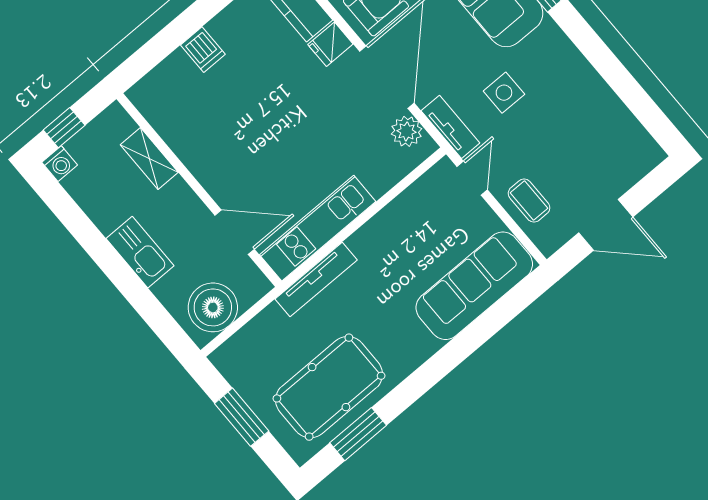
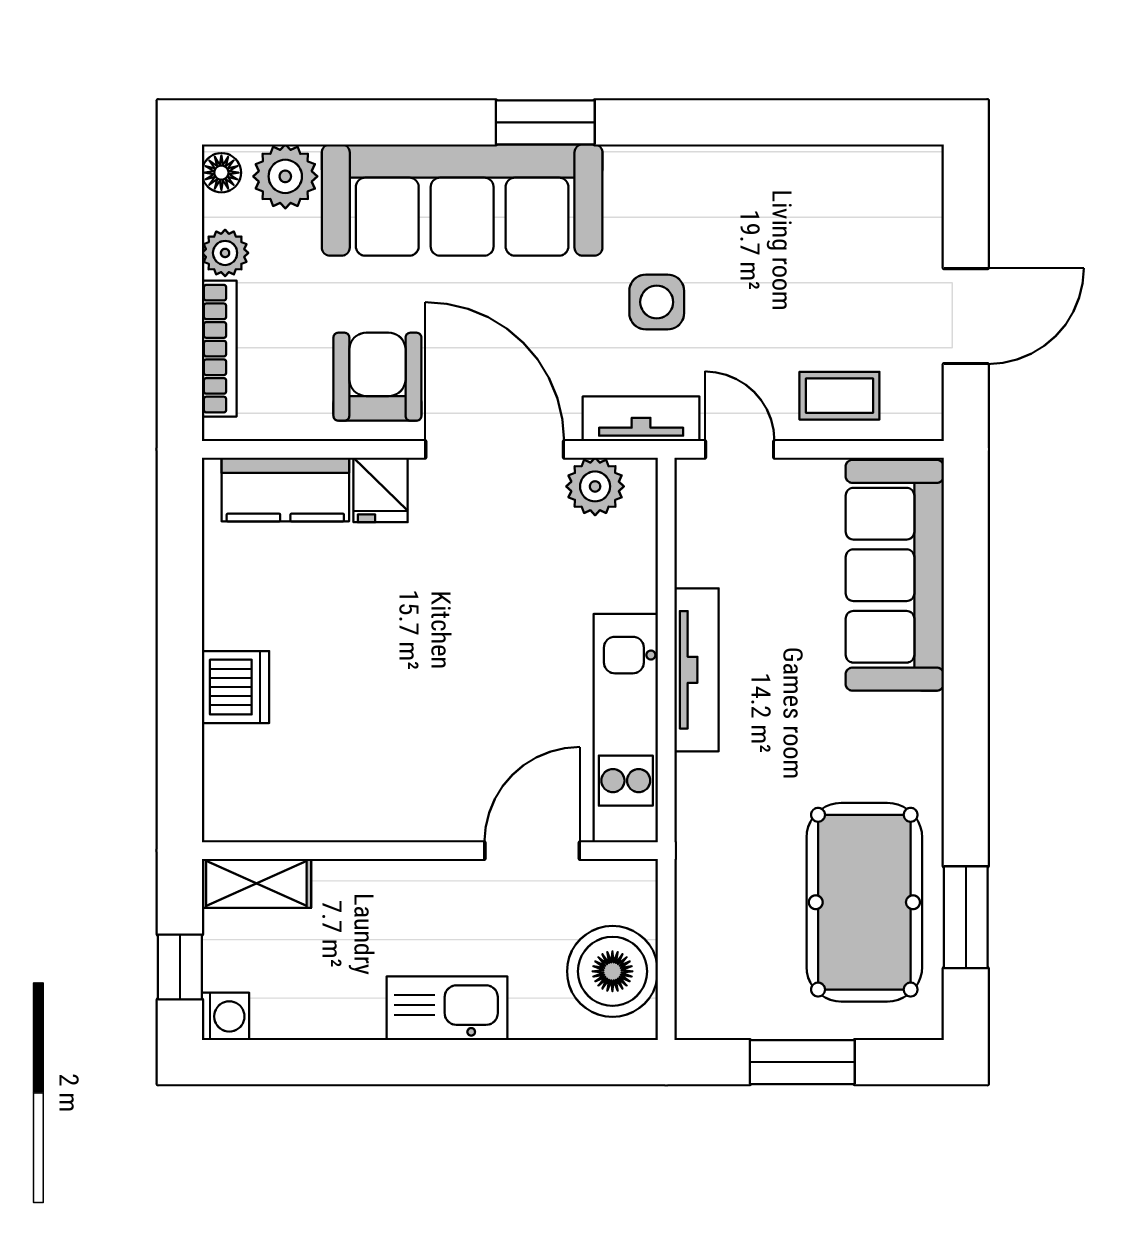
dishwasher: (203, 50) -> (235, 687), width x1.38
shelving: (149, 159) -> (256, 883), moved
tv unit: (316, 279) -> (697, 670), moved

